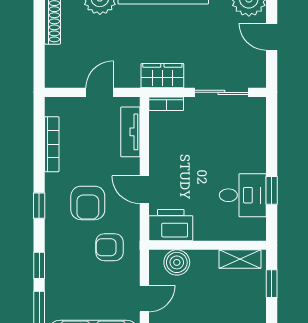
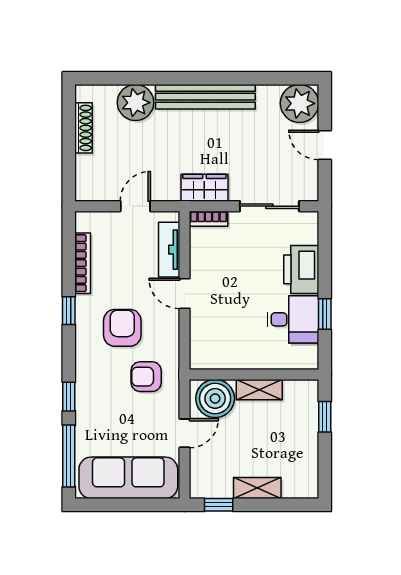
door: (144, 190) -> (185, 294), moved
armchair: (88, 203) -> (122, 328), turned 180
window: (39, 206) -> (69, 311), moved
printer: (171, 225) -> (301, 269), moved, turned -90
shelving: (240, 259) -> (259, 390), moved
boiler: (177, 262) -> (215, 398), width x1.37, depth x1.37

